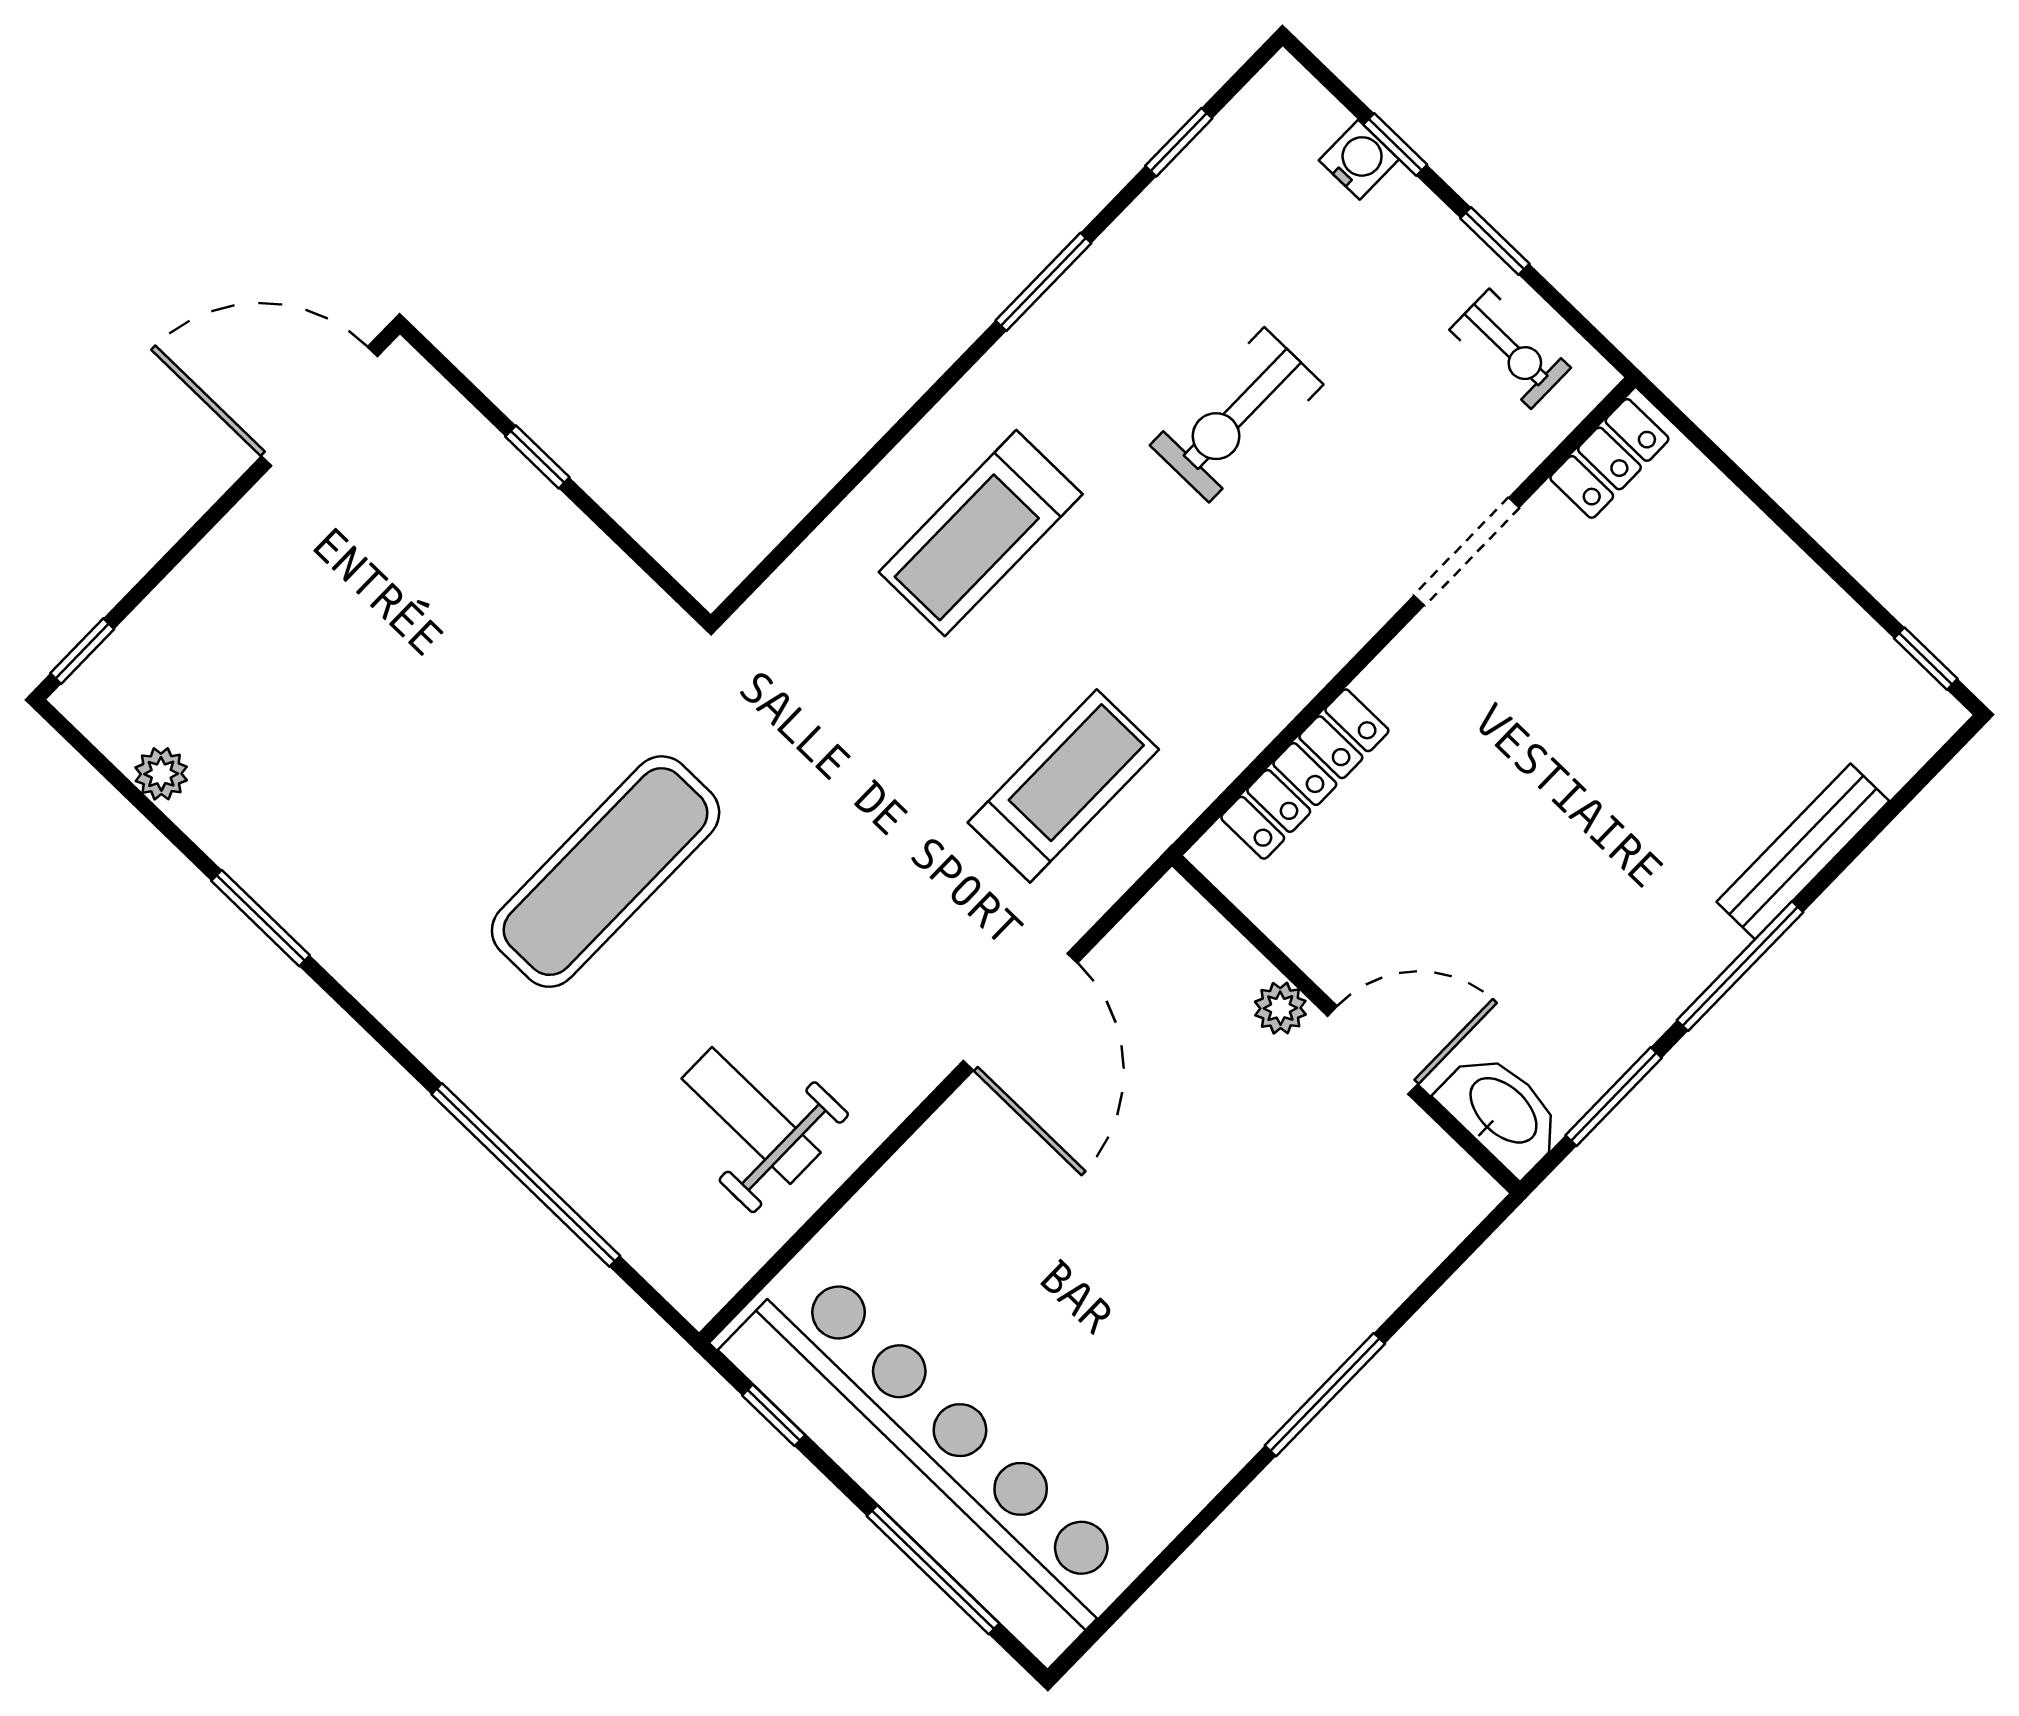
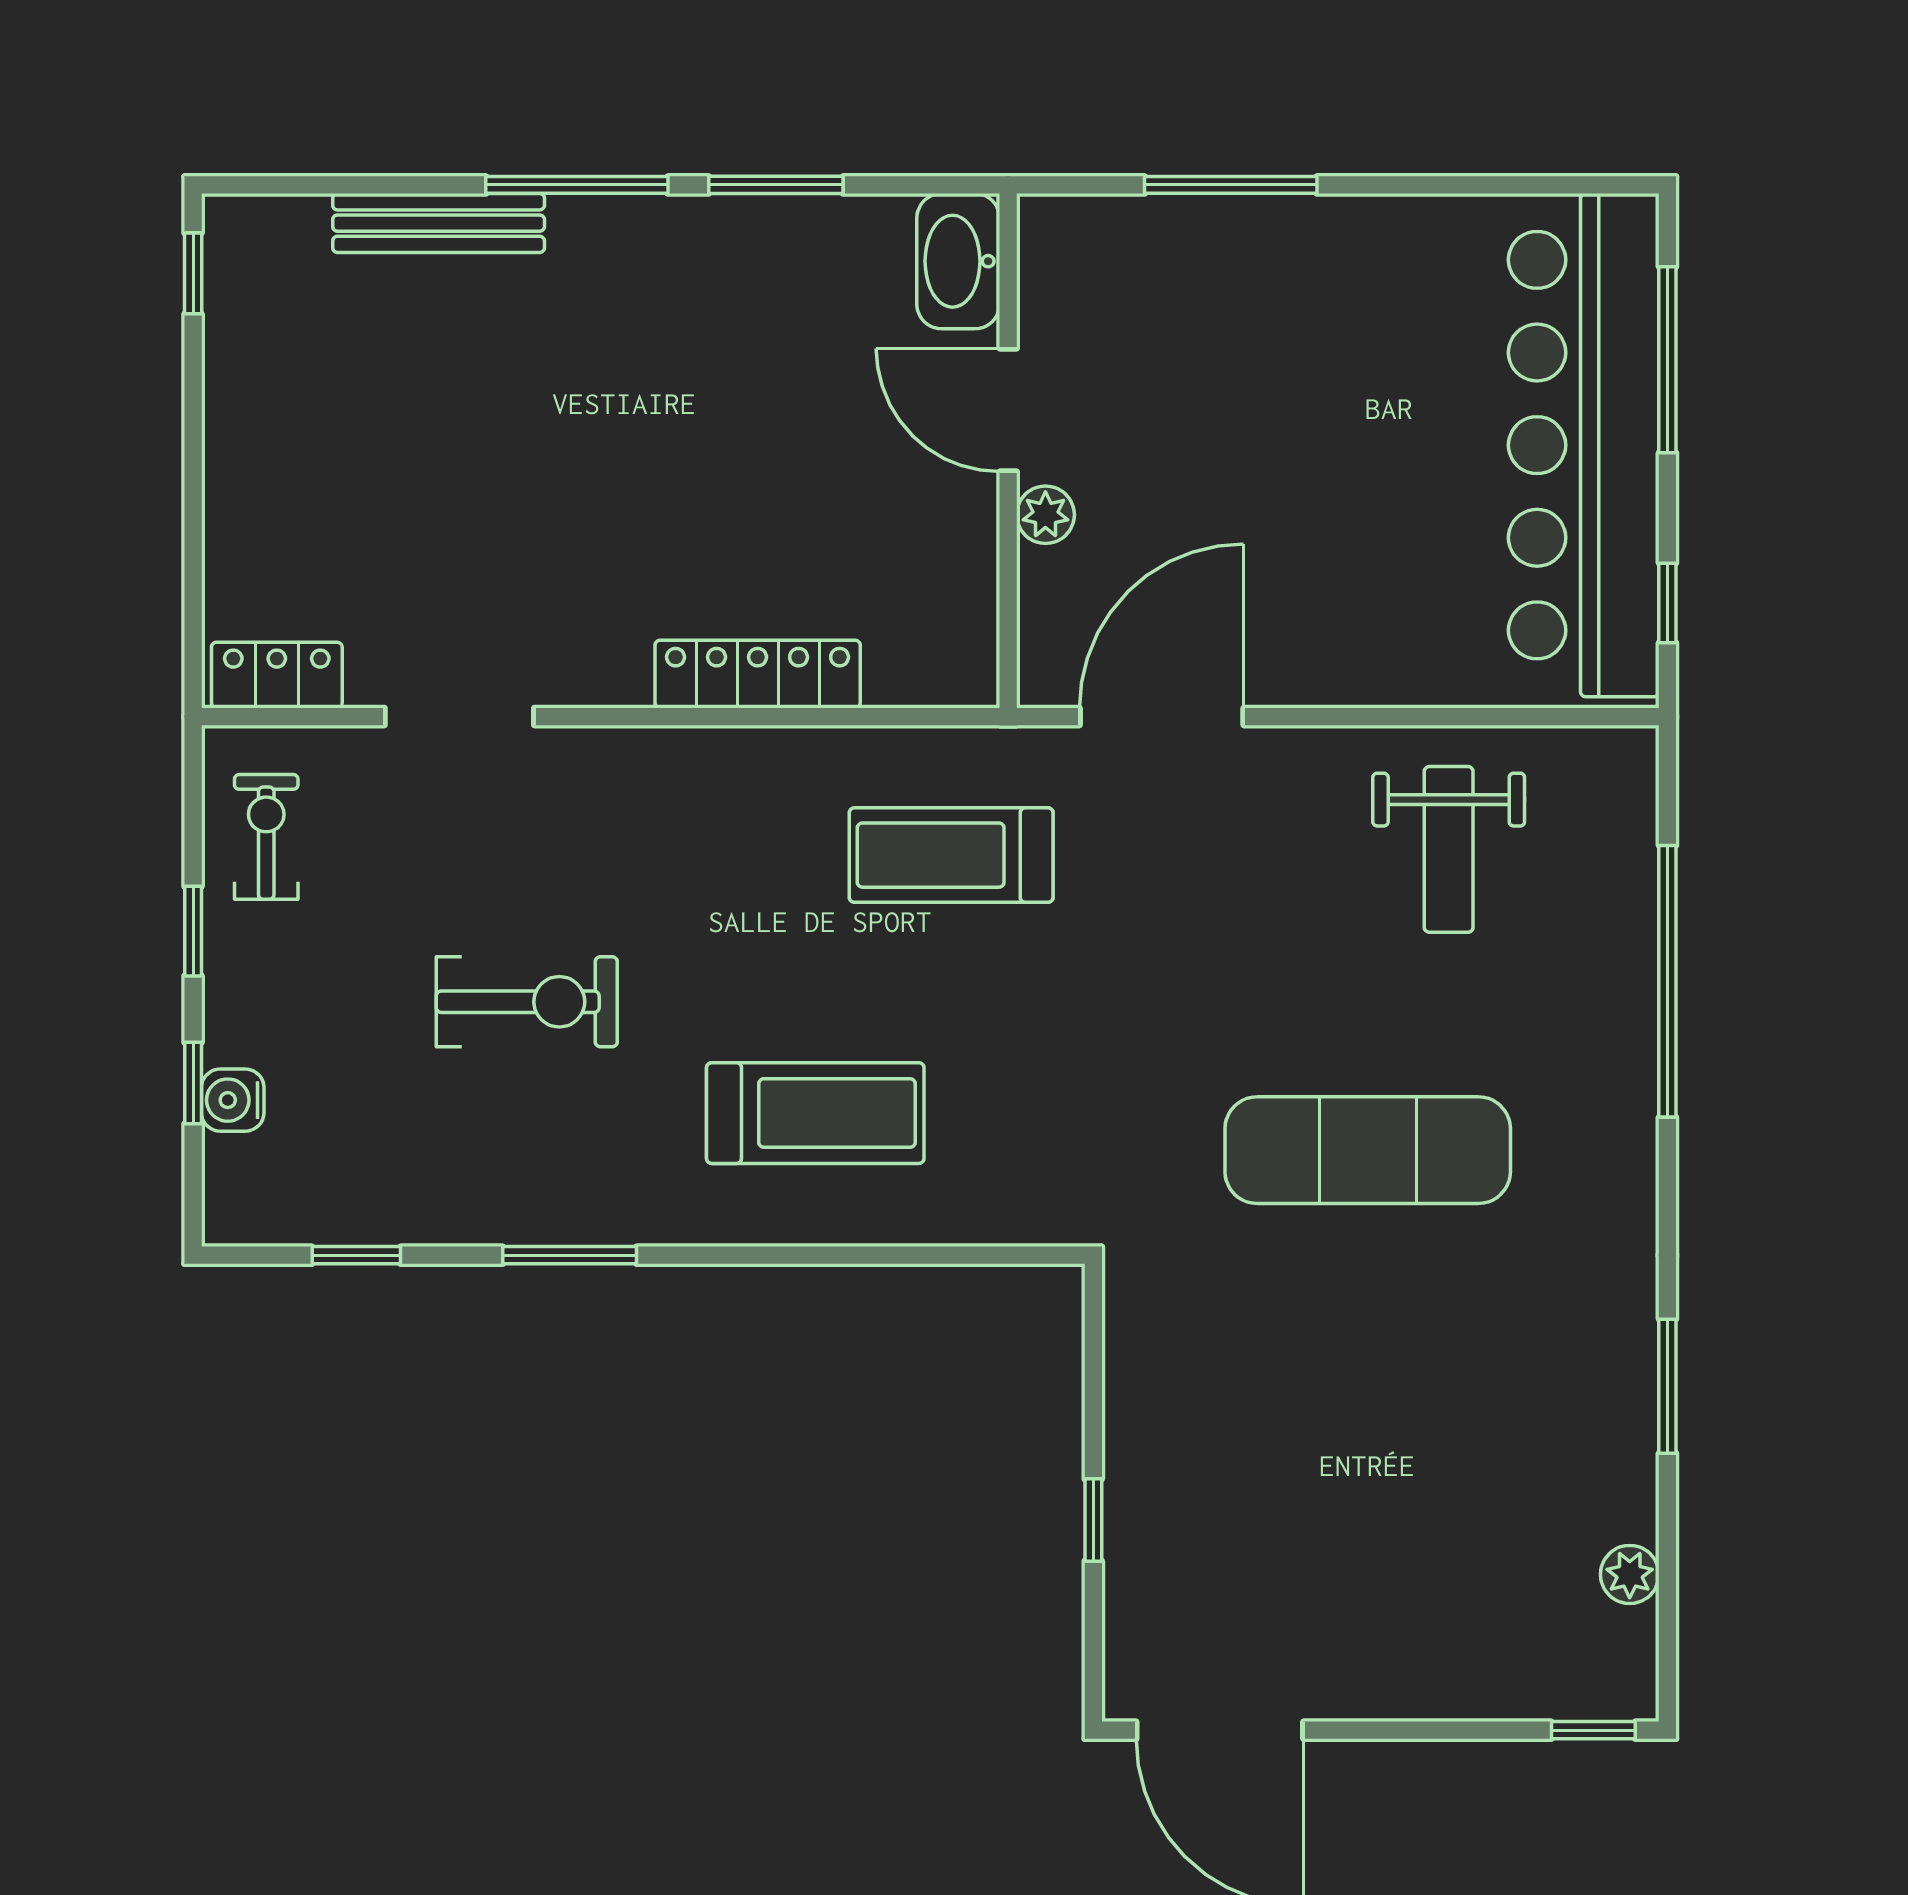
plant: (1280, 1008) -> (1045, 515), moved
wall: (1346, 1024) -> (1008, 451), moved
door: (1373, 1050) -> (1008, 410), moved
washbasin: (1502, 1112) -> (958, 261), moved

